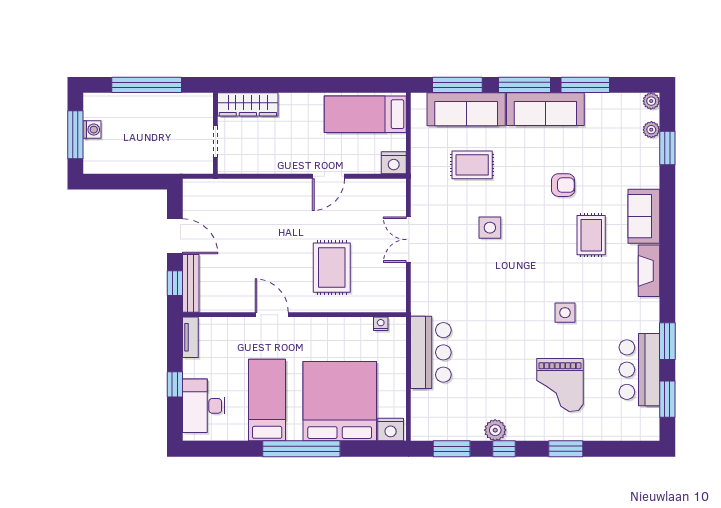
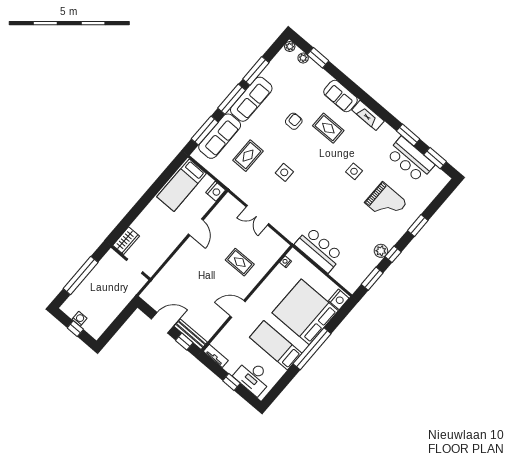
wardrobe: (248, 104) -> (126, 241), width x0.67
window: (75, 135) -> (75, 329), width x0.46
rug: (332, 268) -> (240, 262), width x0.73, depth x0.70

